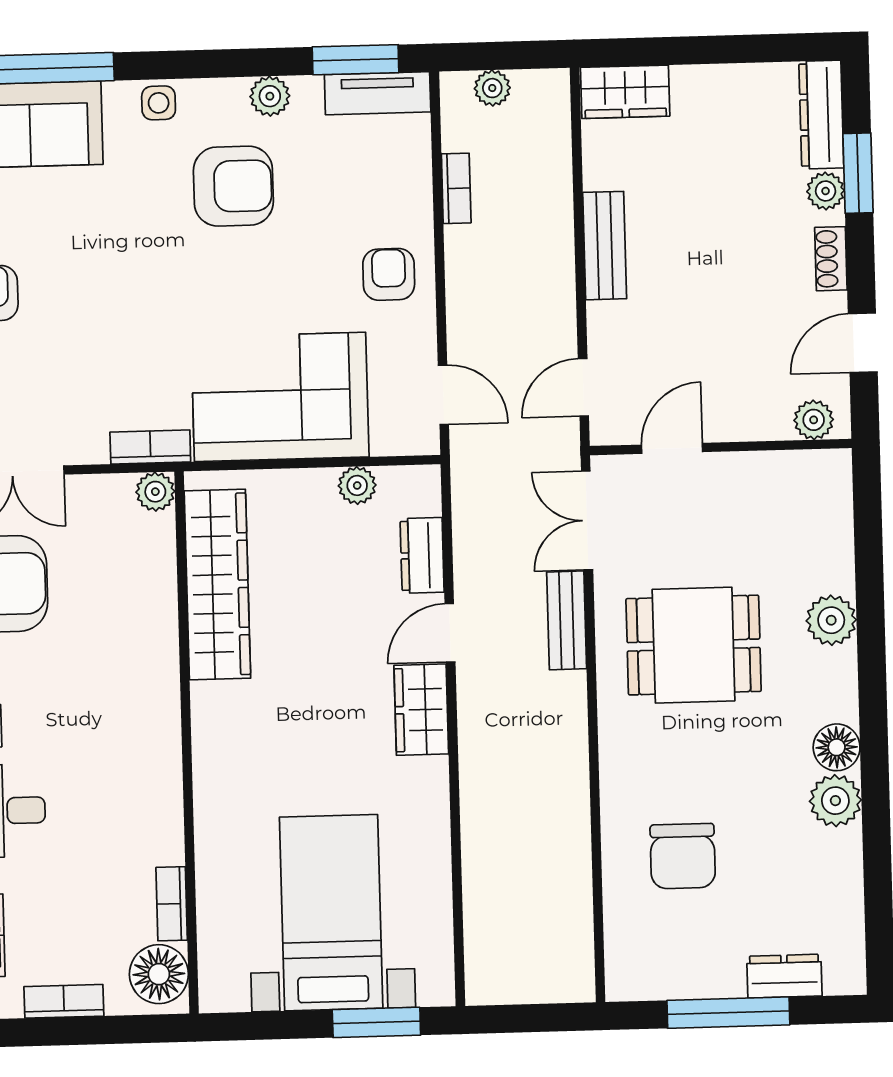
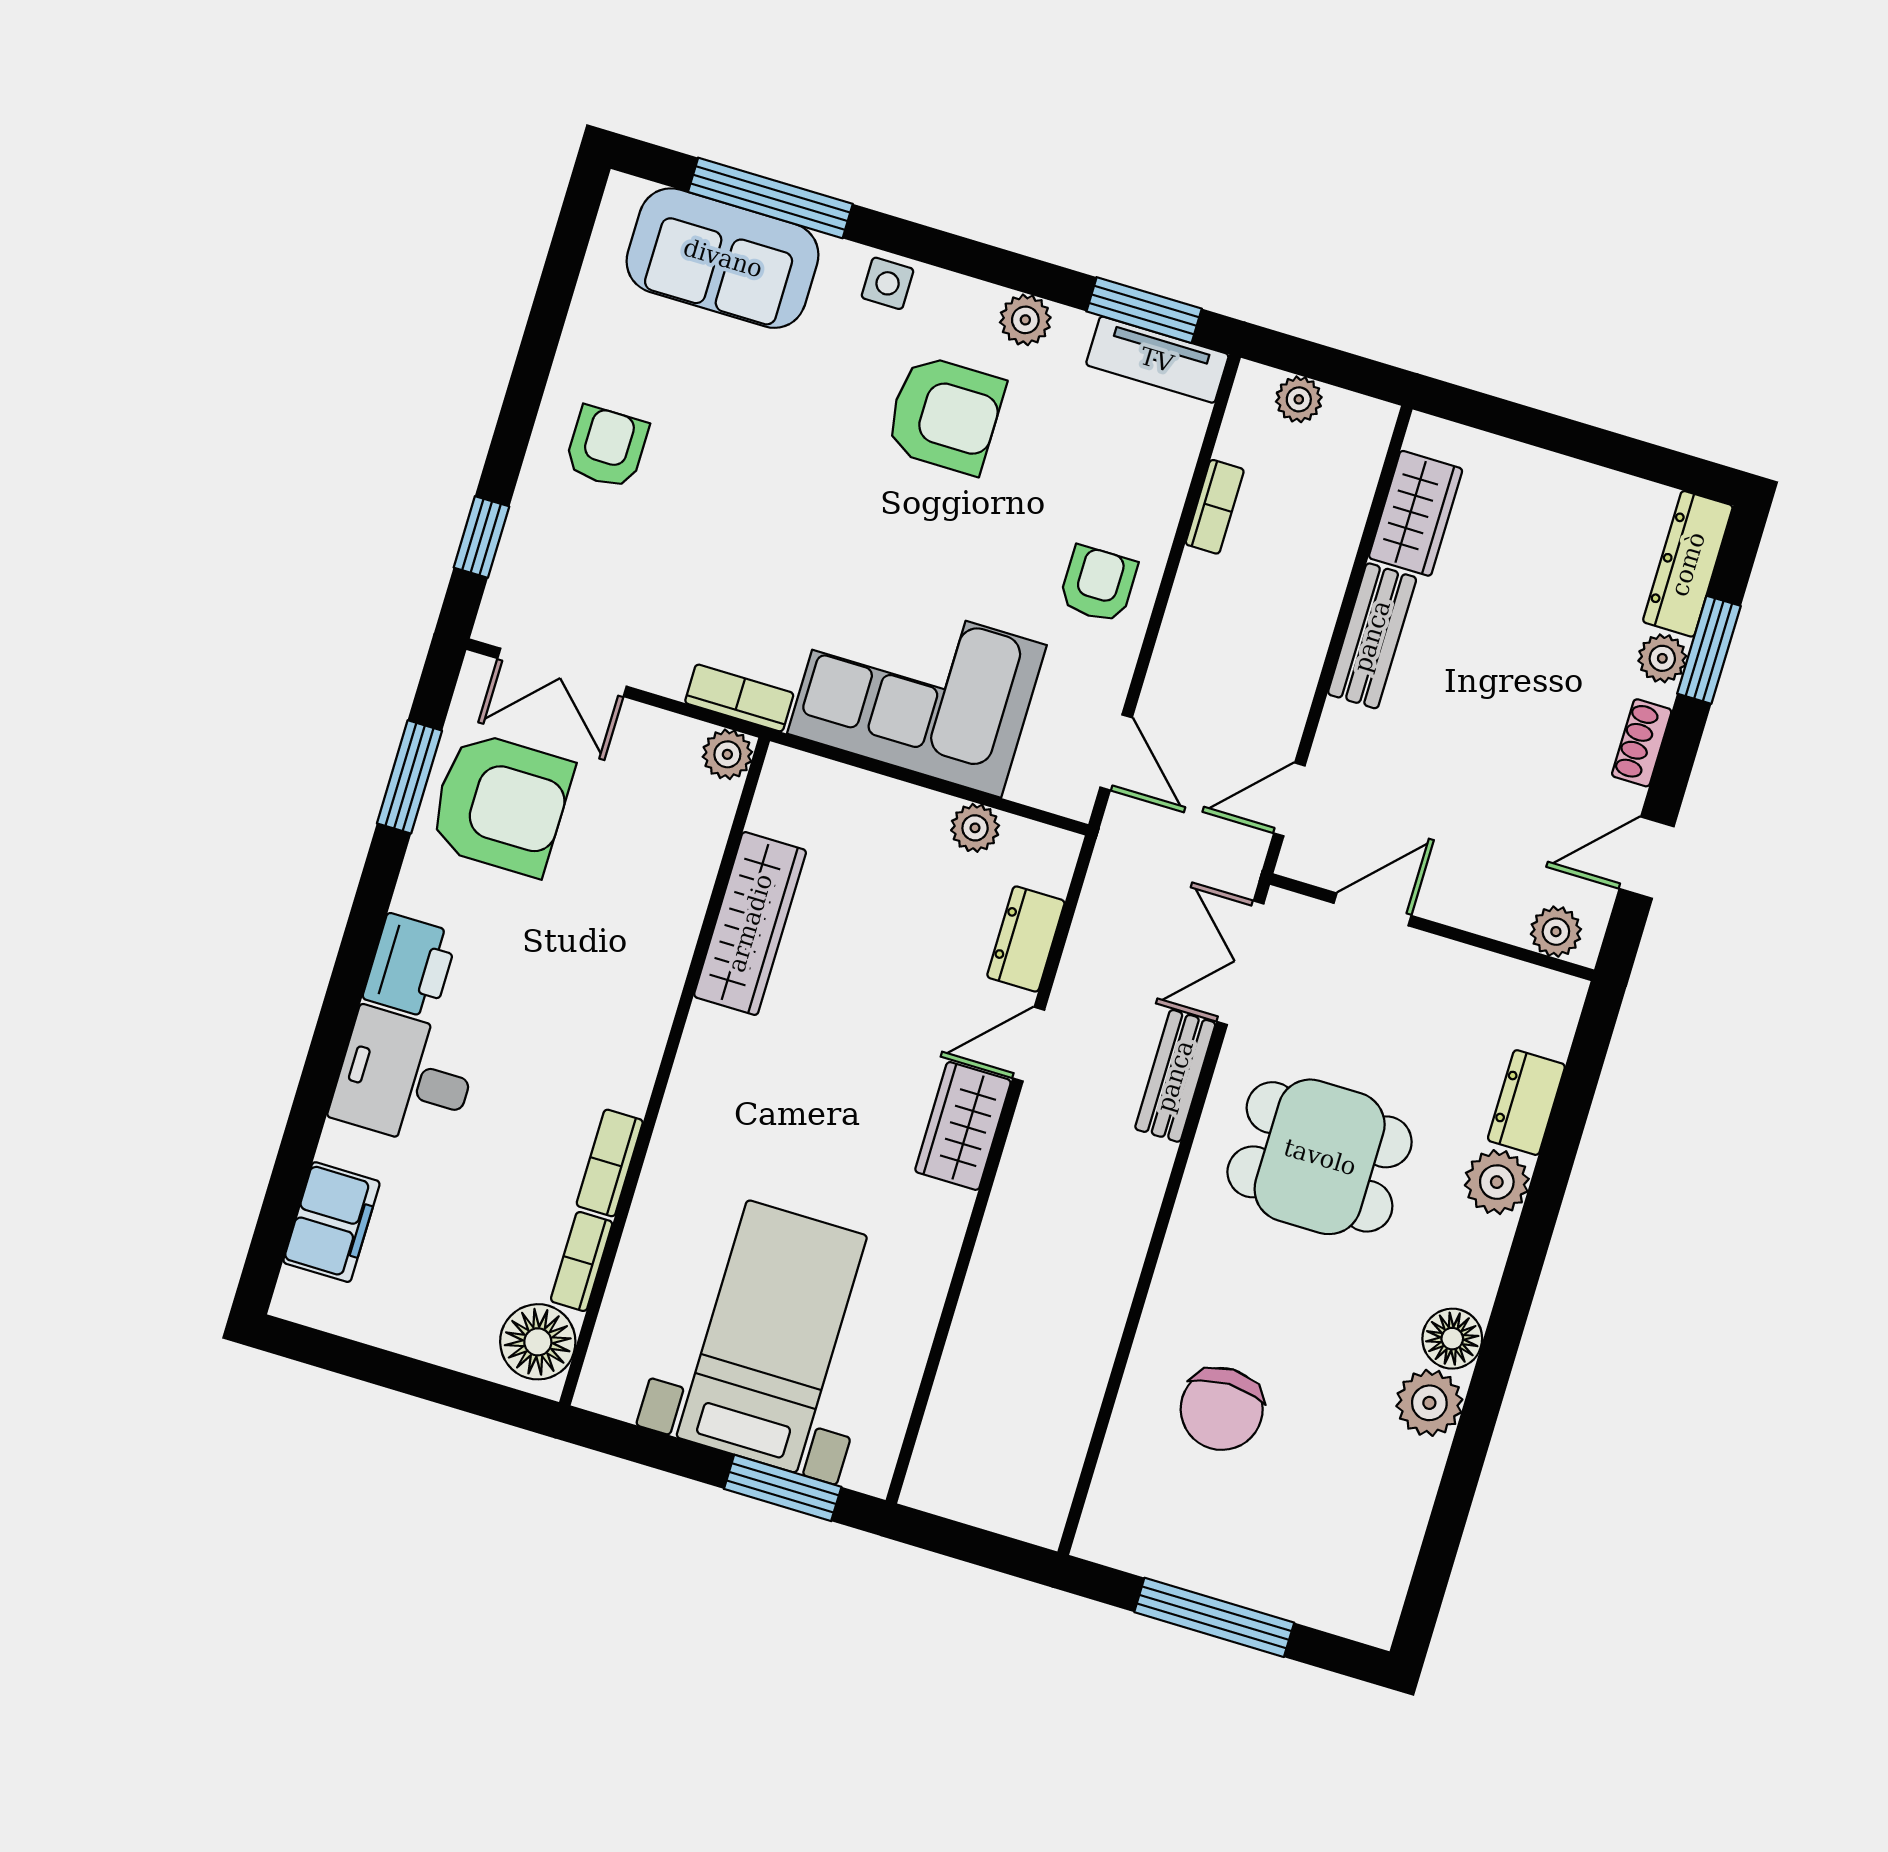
wardrobe: (625, 92) -> (1416, 513), moved, turned -90
wardrobe: (217, 585) -> (750, 923), width x0.71, depth x0.85
dresser: (784, 976) -> (1526, 1103), moved, turned -90
bookcase: (64, 1001) -> (610, 1163), moved, turned -90

